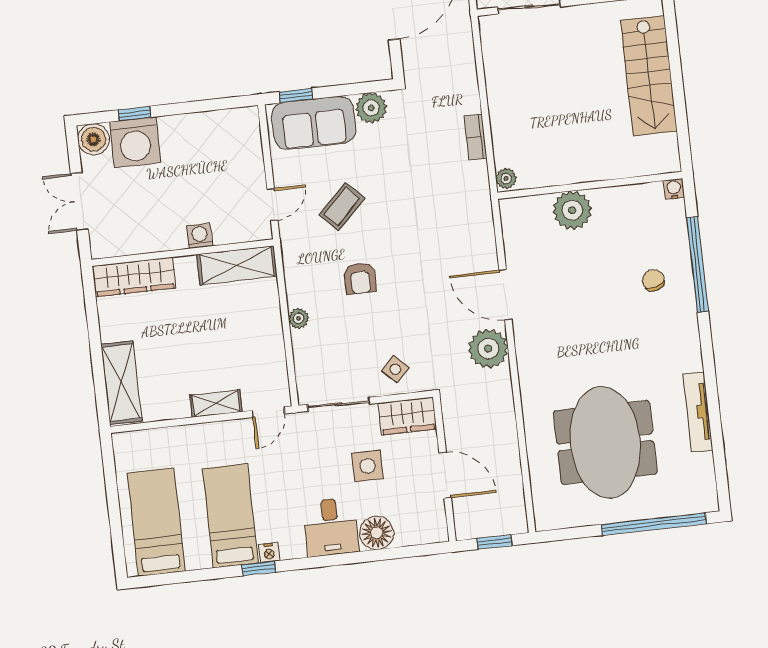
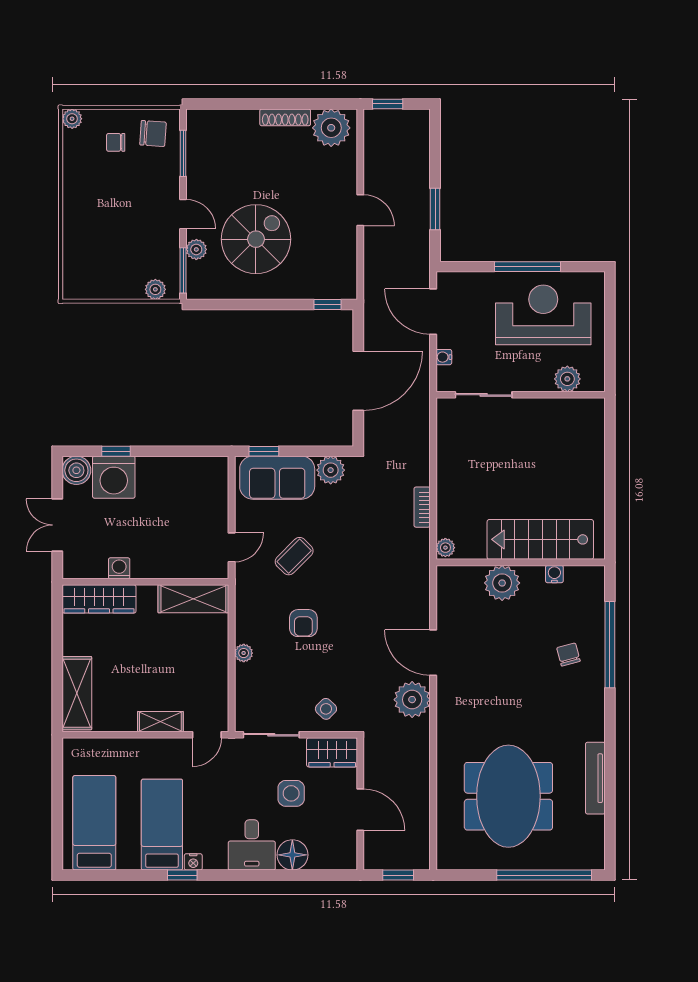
stairs: (649, 76) -> (540, 539), moved, turned 90
water cooler: (674, 189) -> (554, 574), moved
washing machine: (200, 236) -> (119, 568), moved

